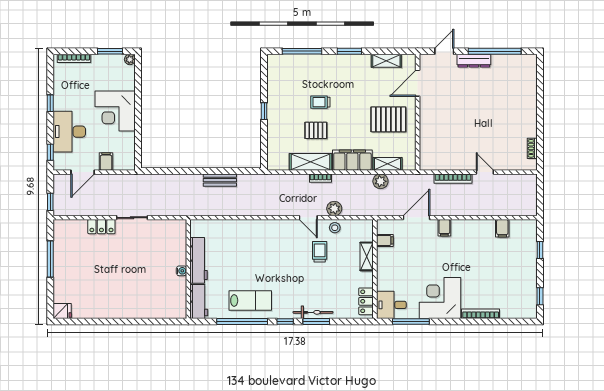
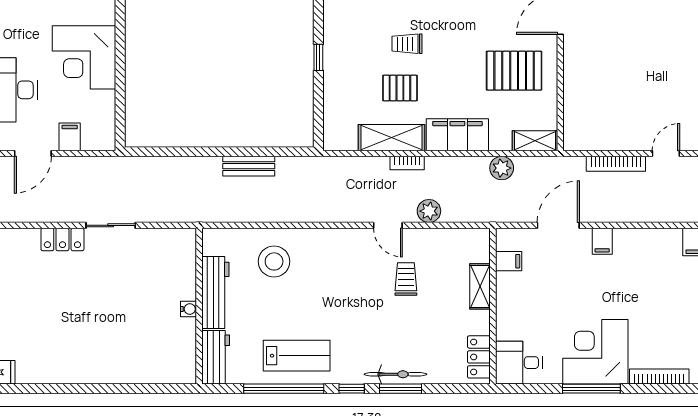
shelving: (388, 164) -> (535, 141), moved
door: (485, 172) -> (666, 154), hinge flipped
stool: (335, 228) -> (274, 261), moved, width x1.89, depth x1.89
window: (411, 321) -> (591, 389), moved

